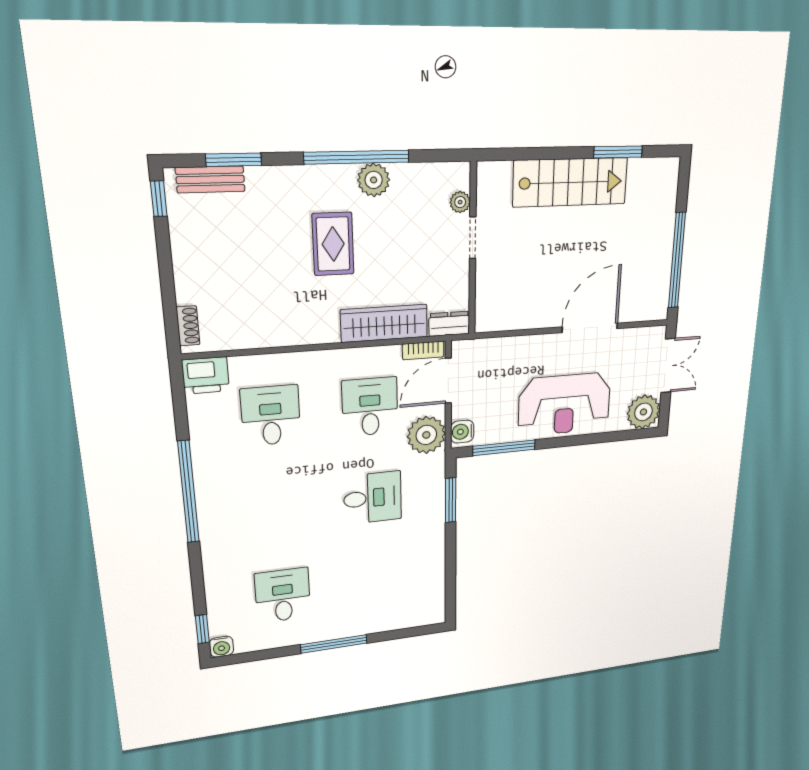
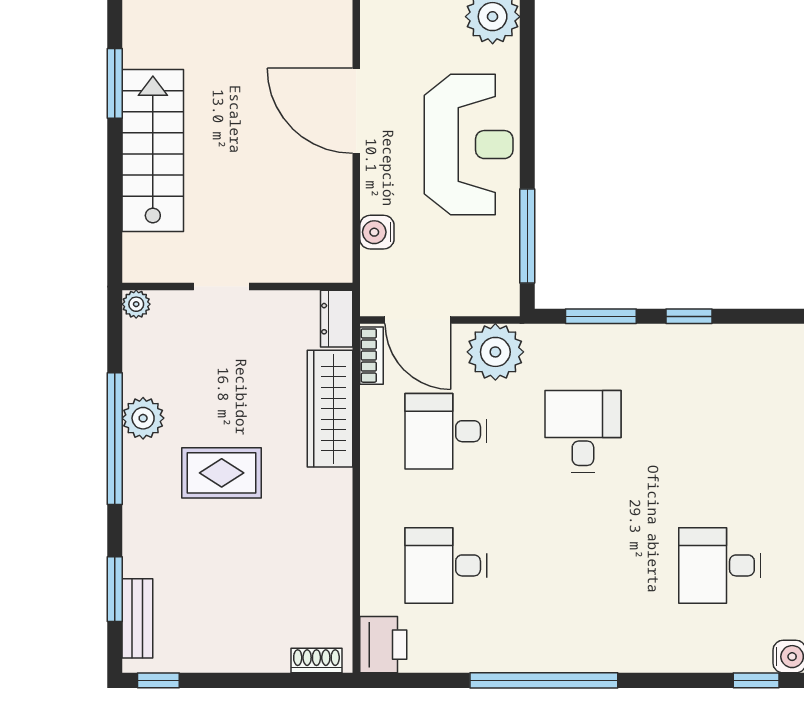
plant: (460, 202) -> (136, 304), moved
water cooler: (462, 432) -> (377, 232), moved, turned 90
window: (451, 554) -> (689, 316), added

